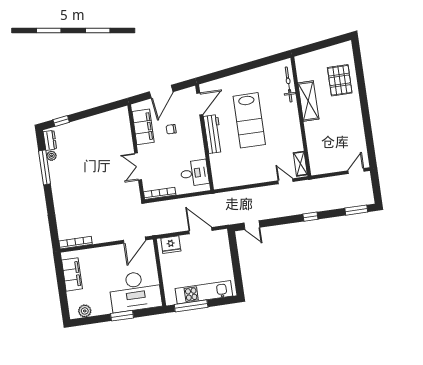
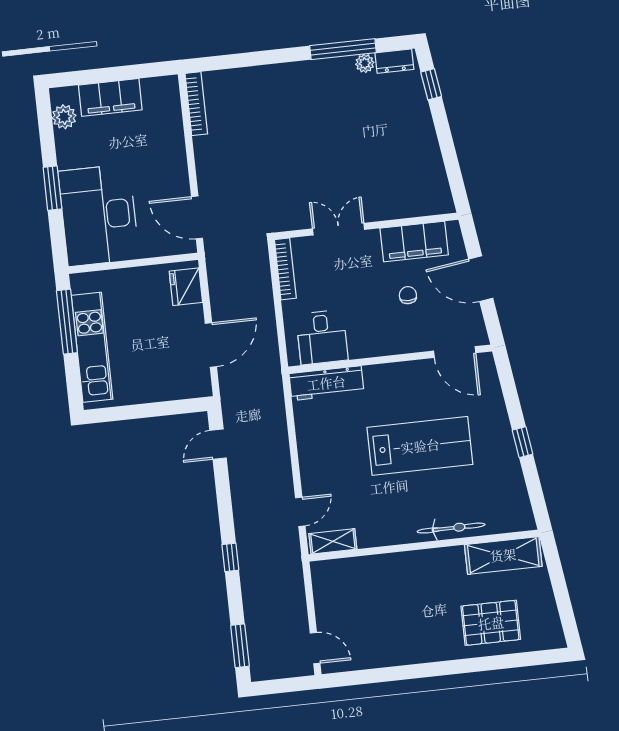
window: (245, 67) -> (523, 442), added
bicycle: (289, 84) -> (451, 528), moved
shelving: (308, 101) -> (503, 555), moved
lab bench: (249, 120) -> (420, 446), turned 180
workbench: (213, 134) -> (326, 383), moved
filing cabinet: (72, 274) -> (110, 97), moved

